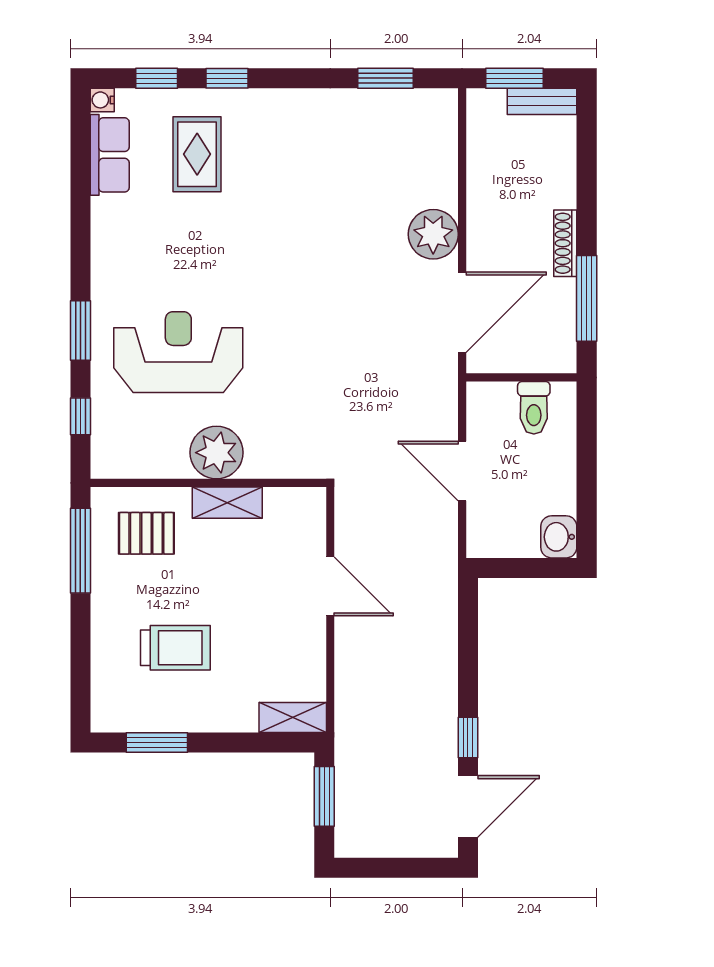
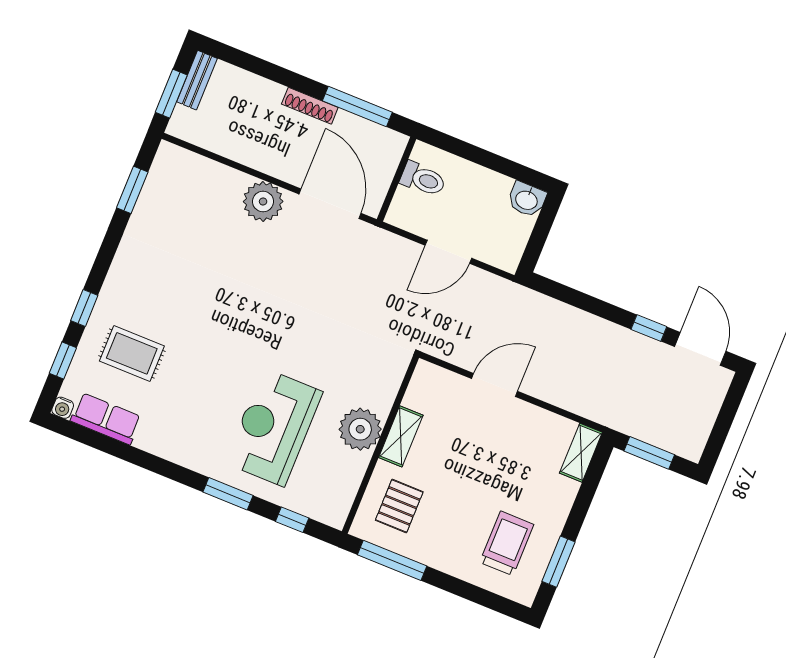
trolley: (175, 648) -> (507, 543), moved

